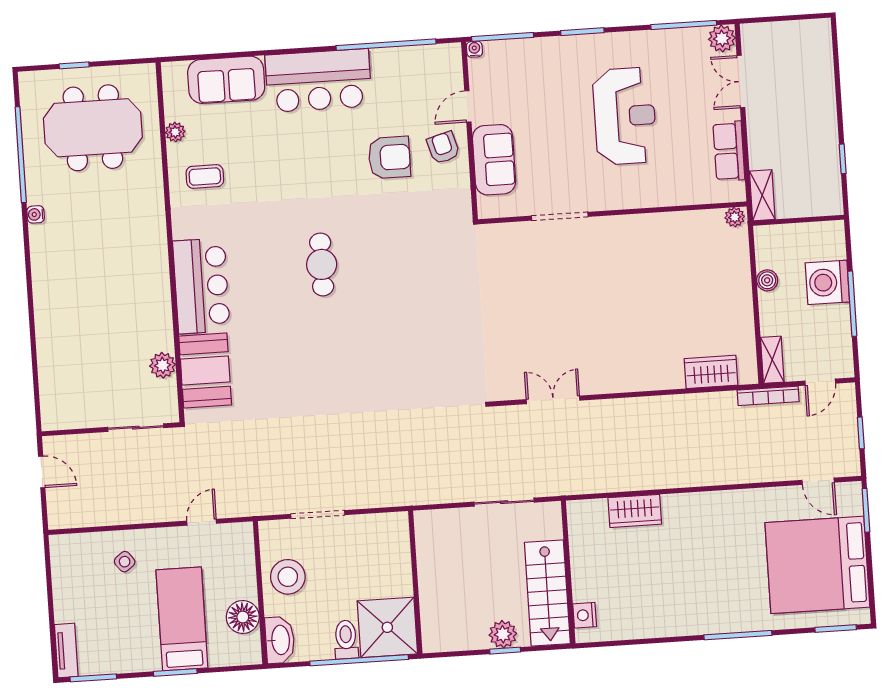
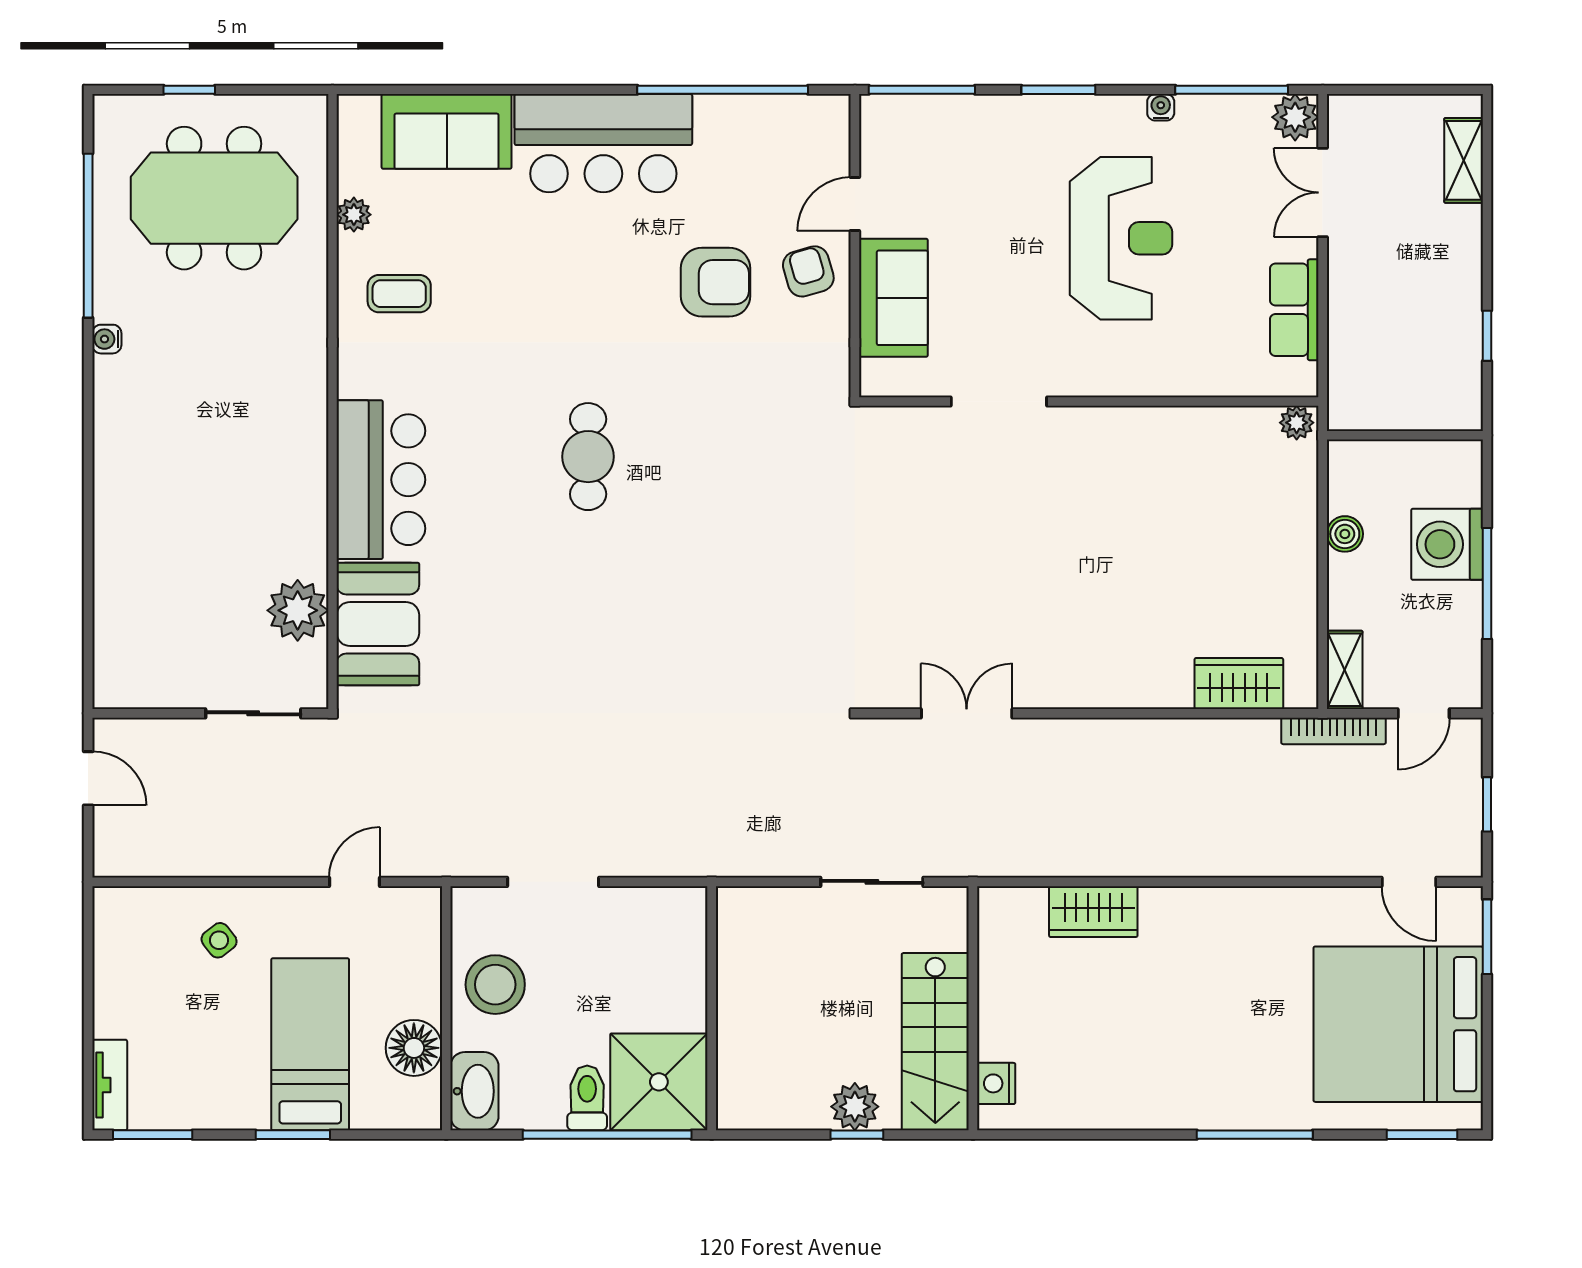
water cooler: (474, 49) -> (1161, 107), moved
shelving: (762, 195) -> (1464, 160), moved
plant: (163, 365) -> (298, 610), width x1.36, depth x1.36

